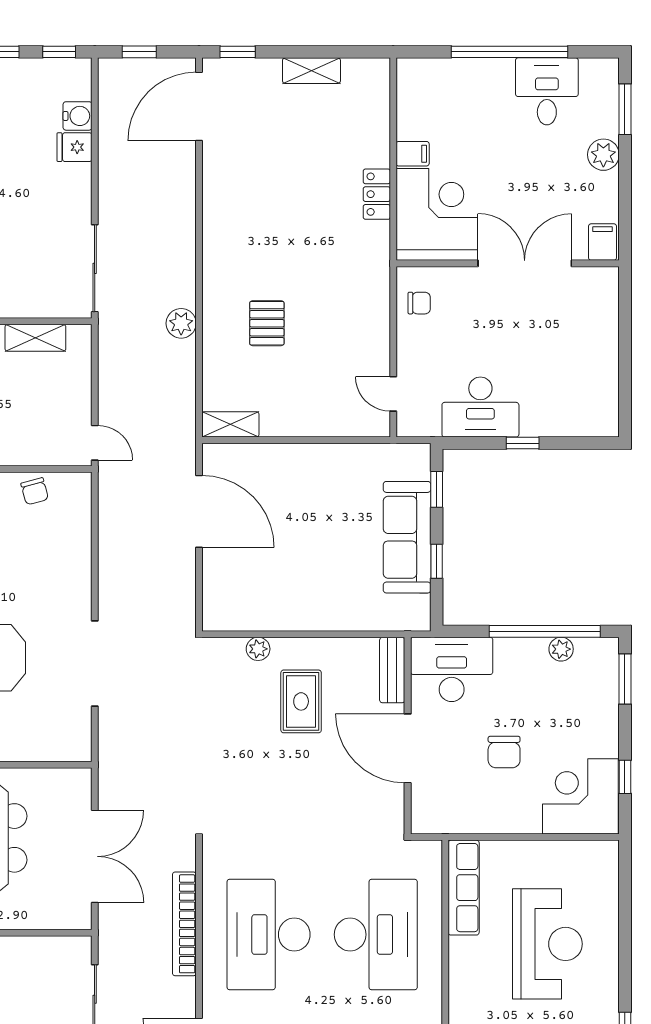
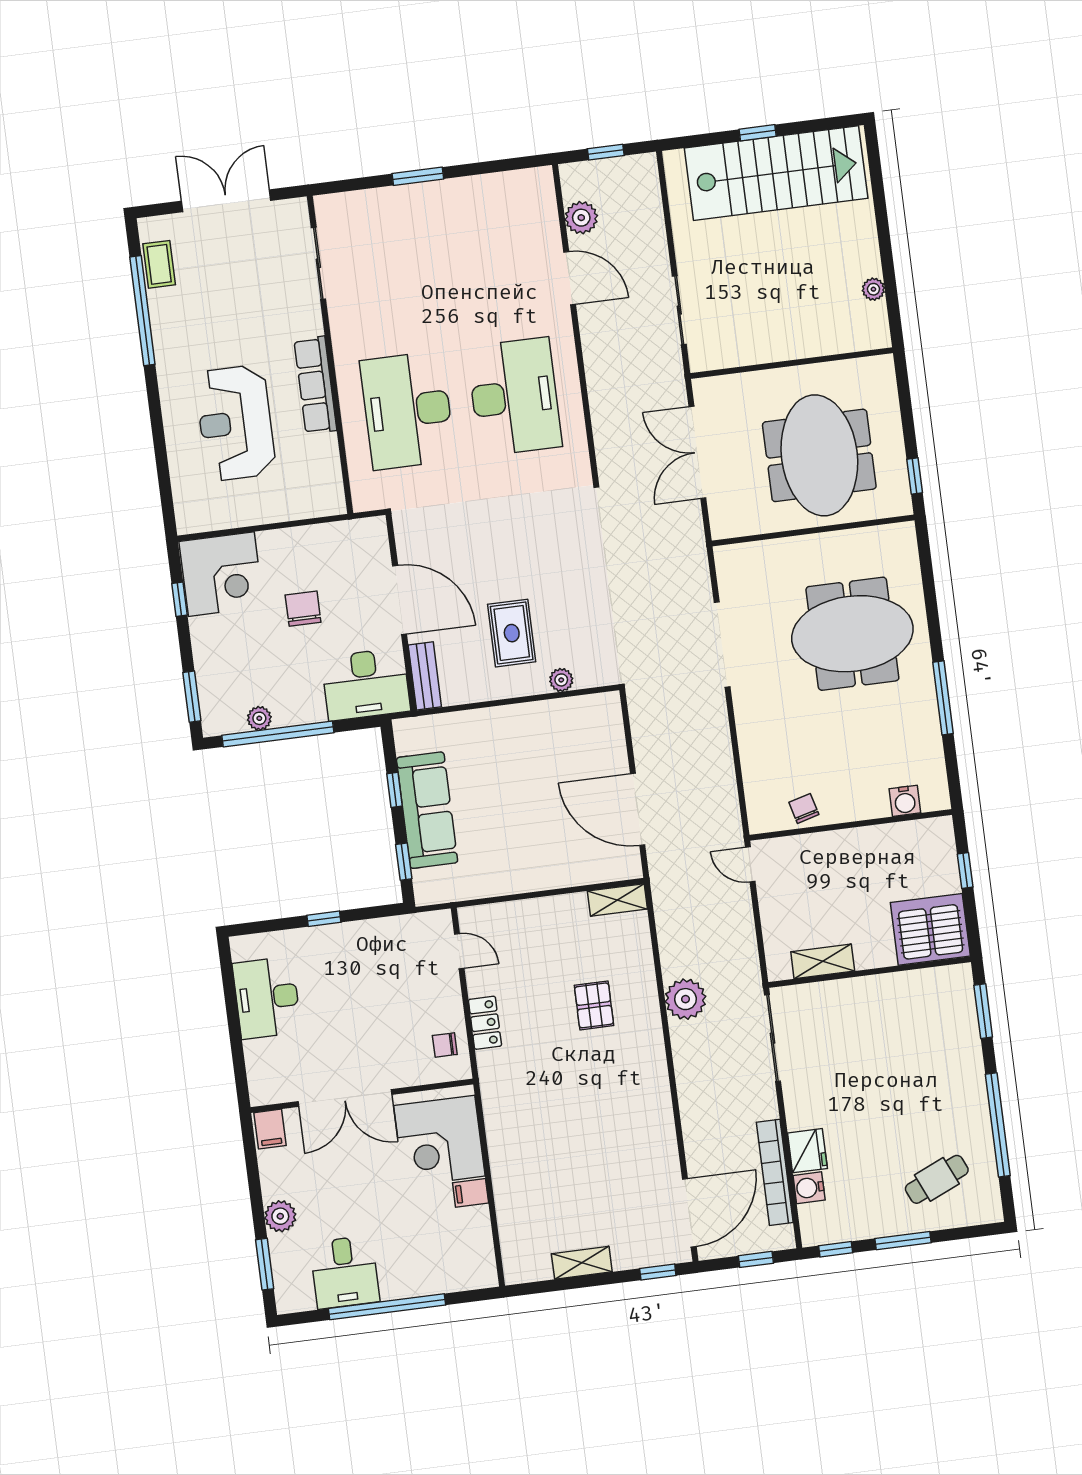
fridge: (74, 147) -> (807, 1151), width x1.38
locker: (377, 194) -> (485, 1023), moved
plant: (181, 323) -> (685, 999), width x1.36, depth x1.36
desk: (480, 407) -> (267, 998), moved, turned -90
row of seats: (464, 888) -> (315, 385), moved
bookcase: (184, 924) -> (775, 1172), moved, turned 180

